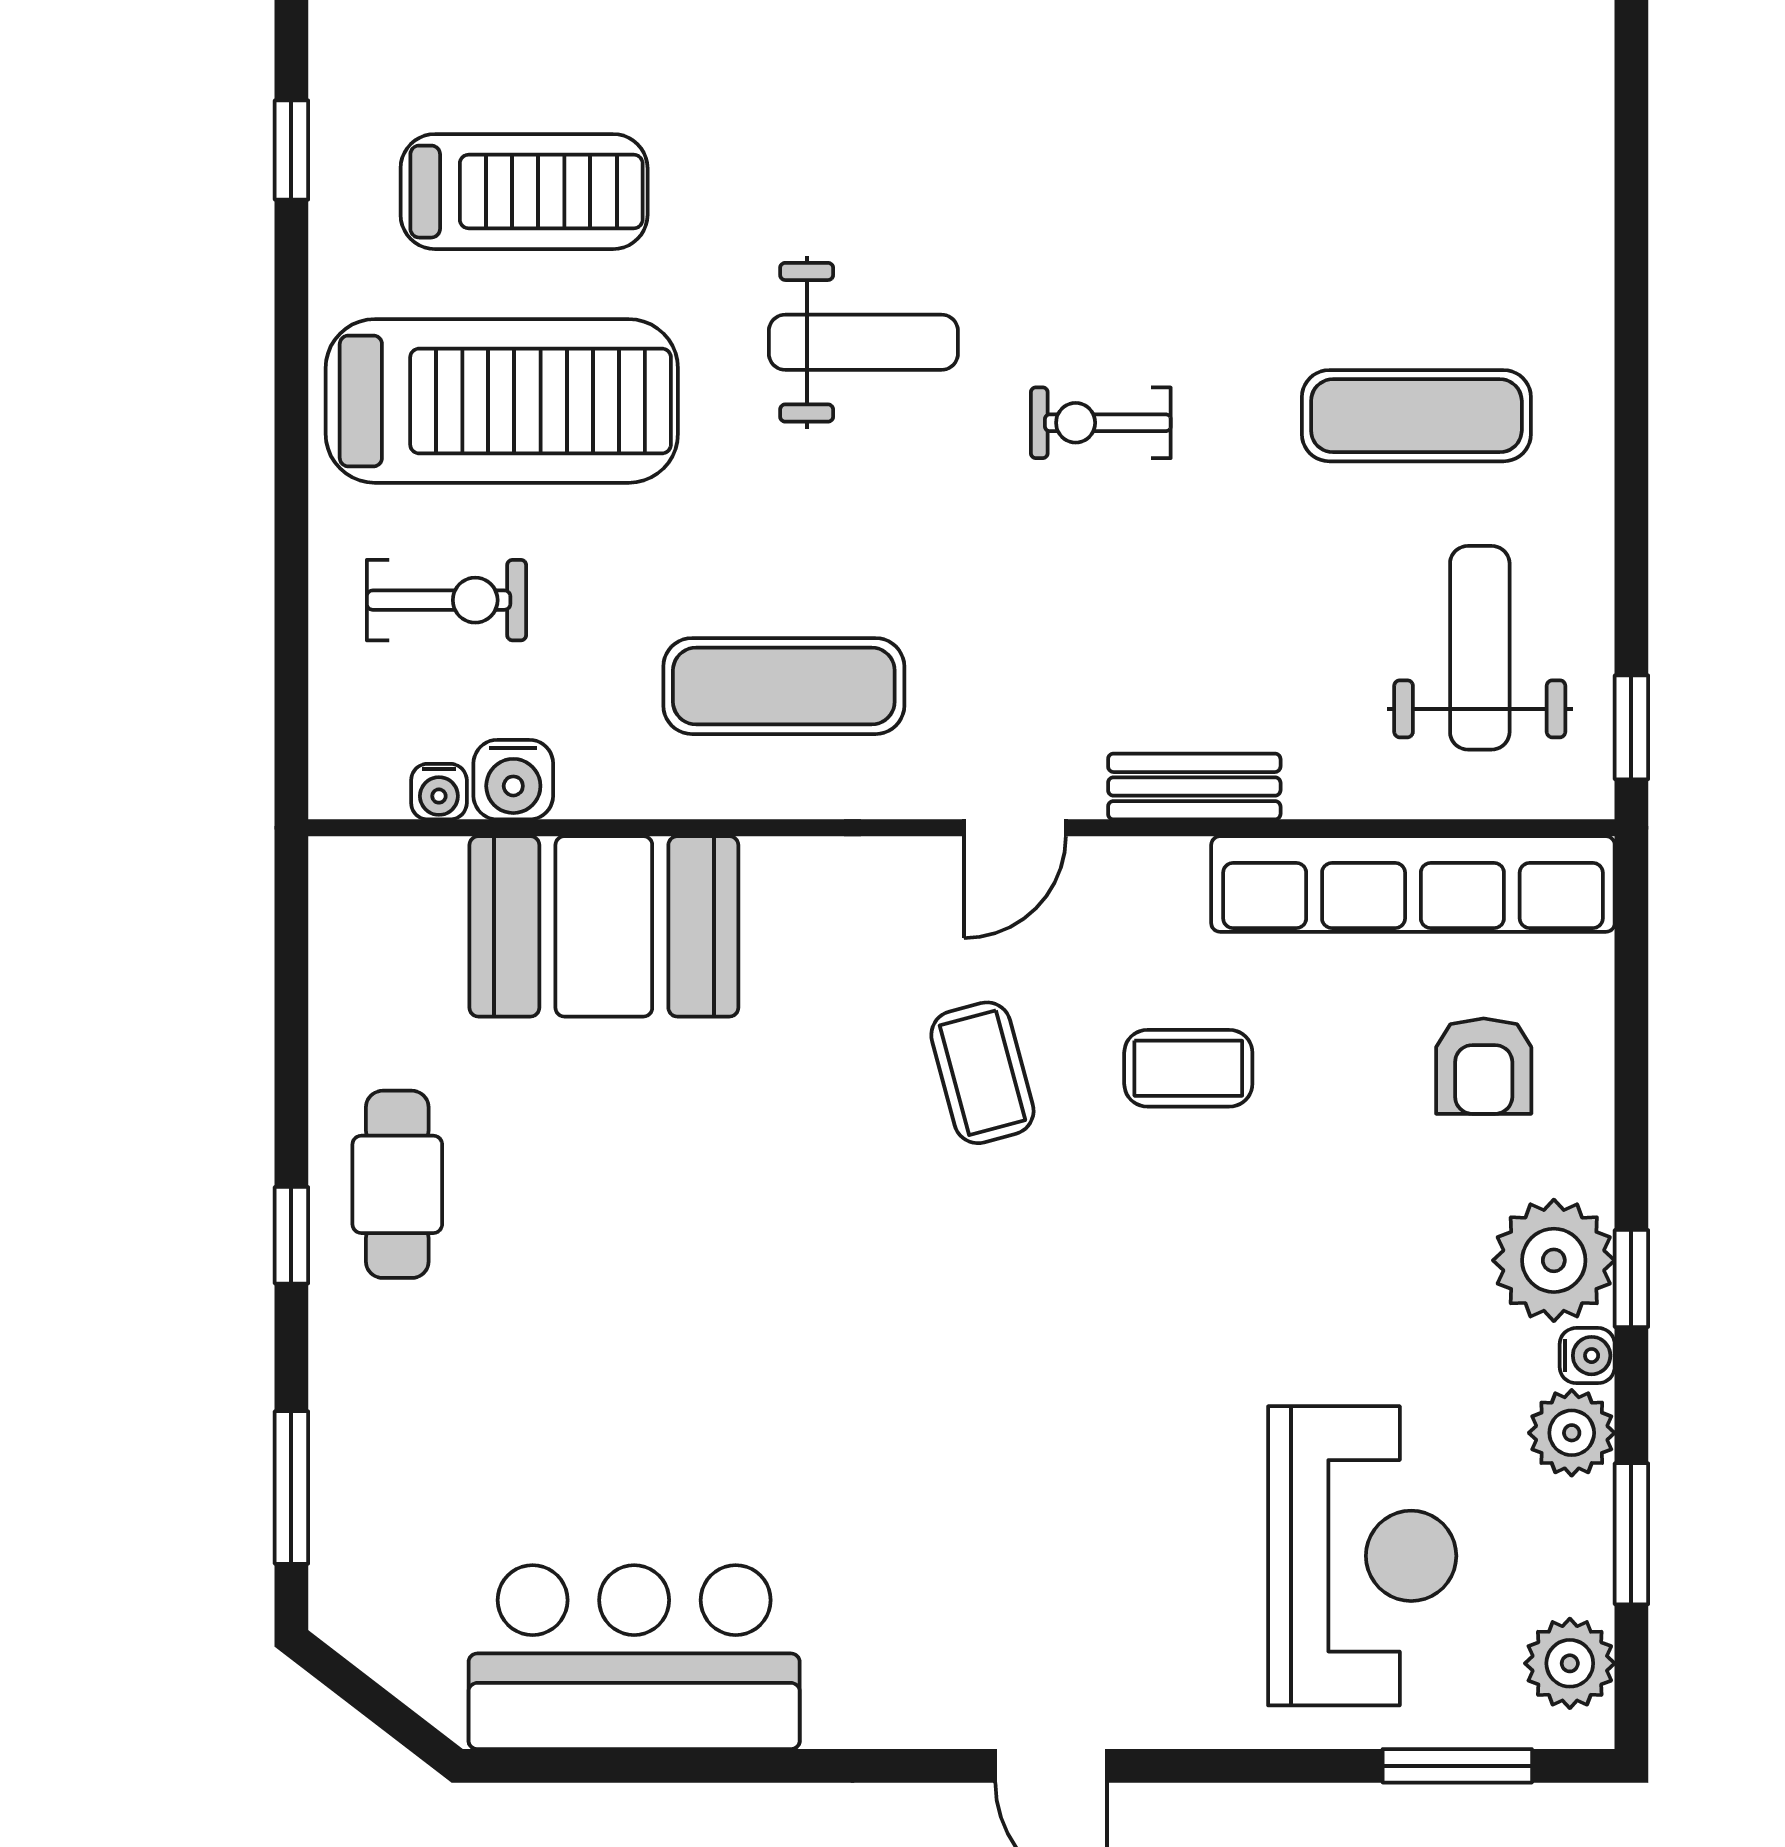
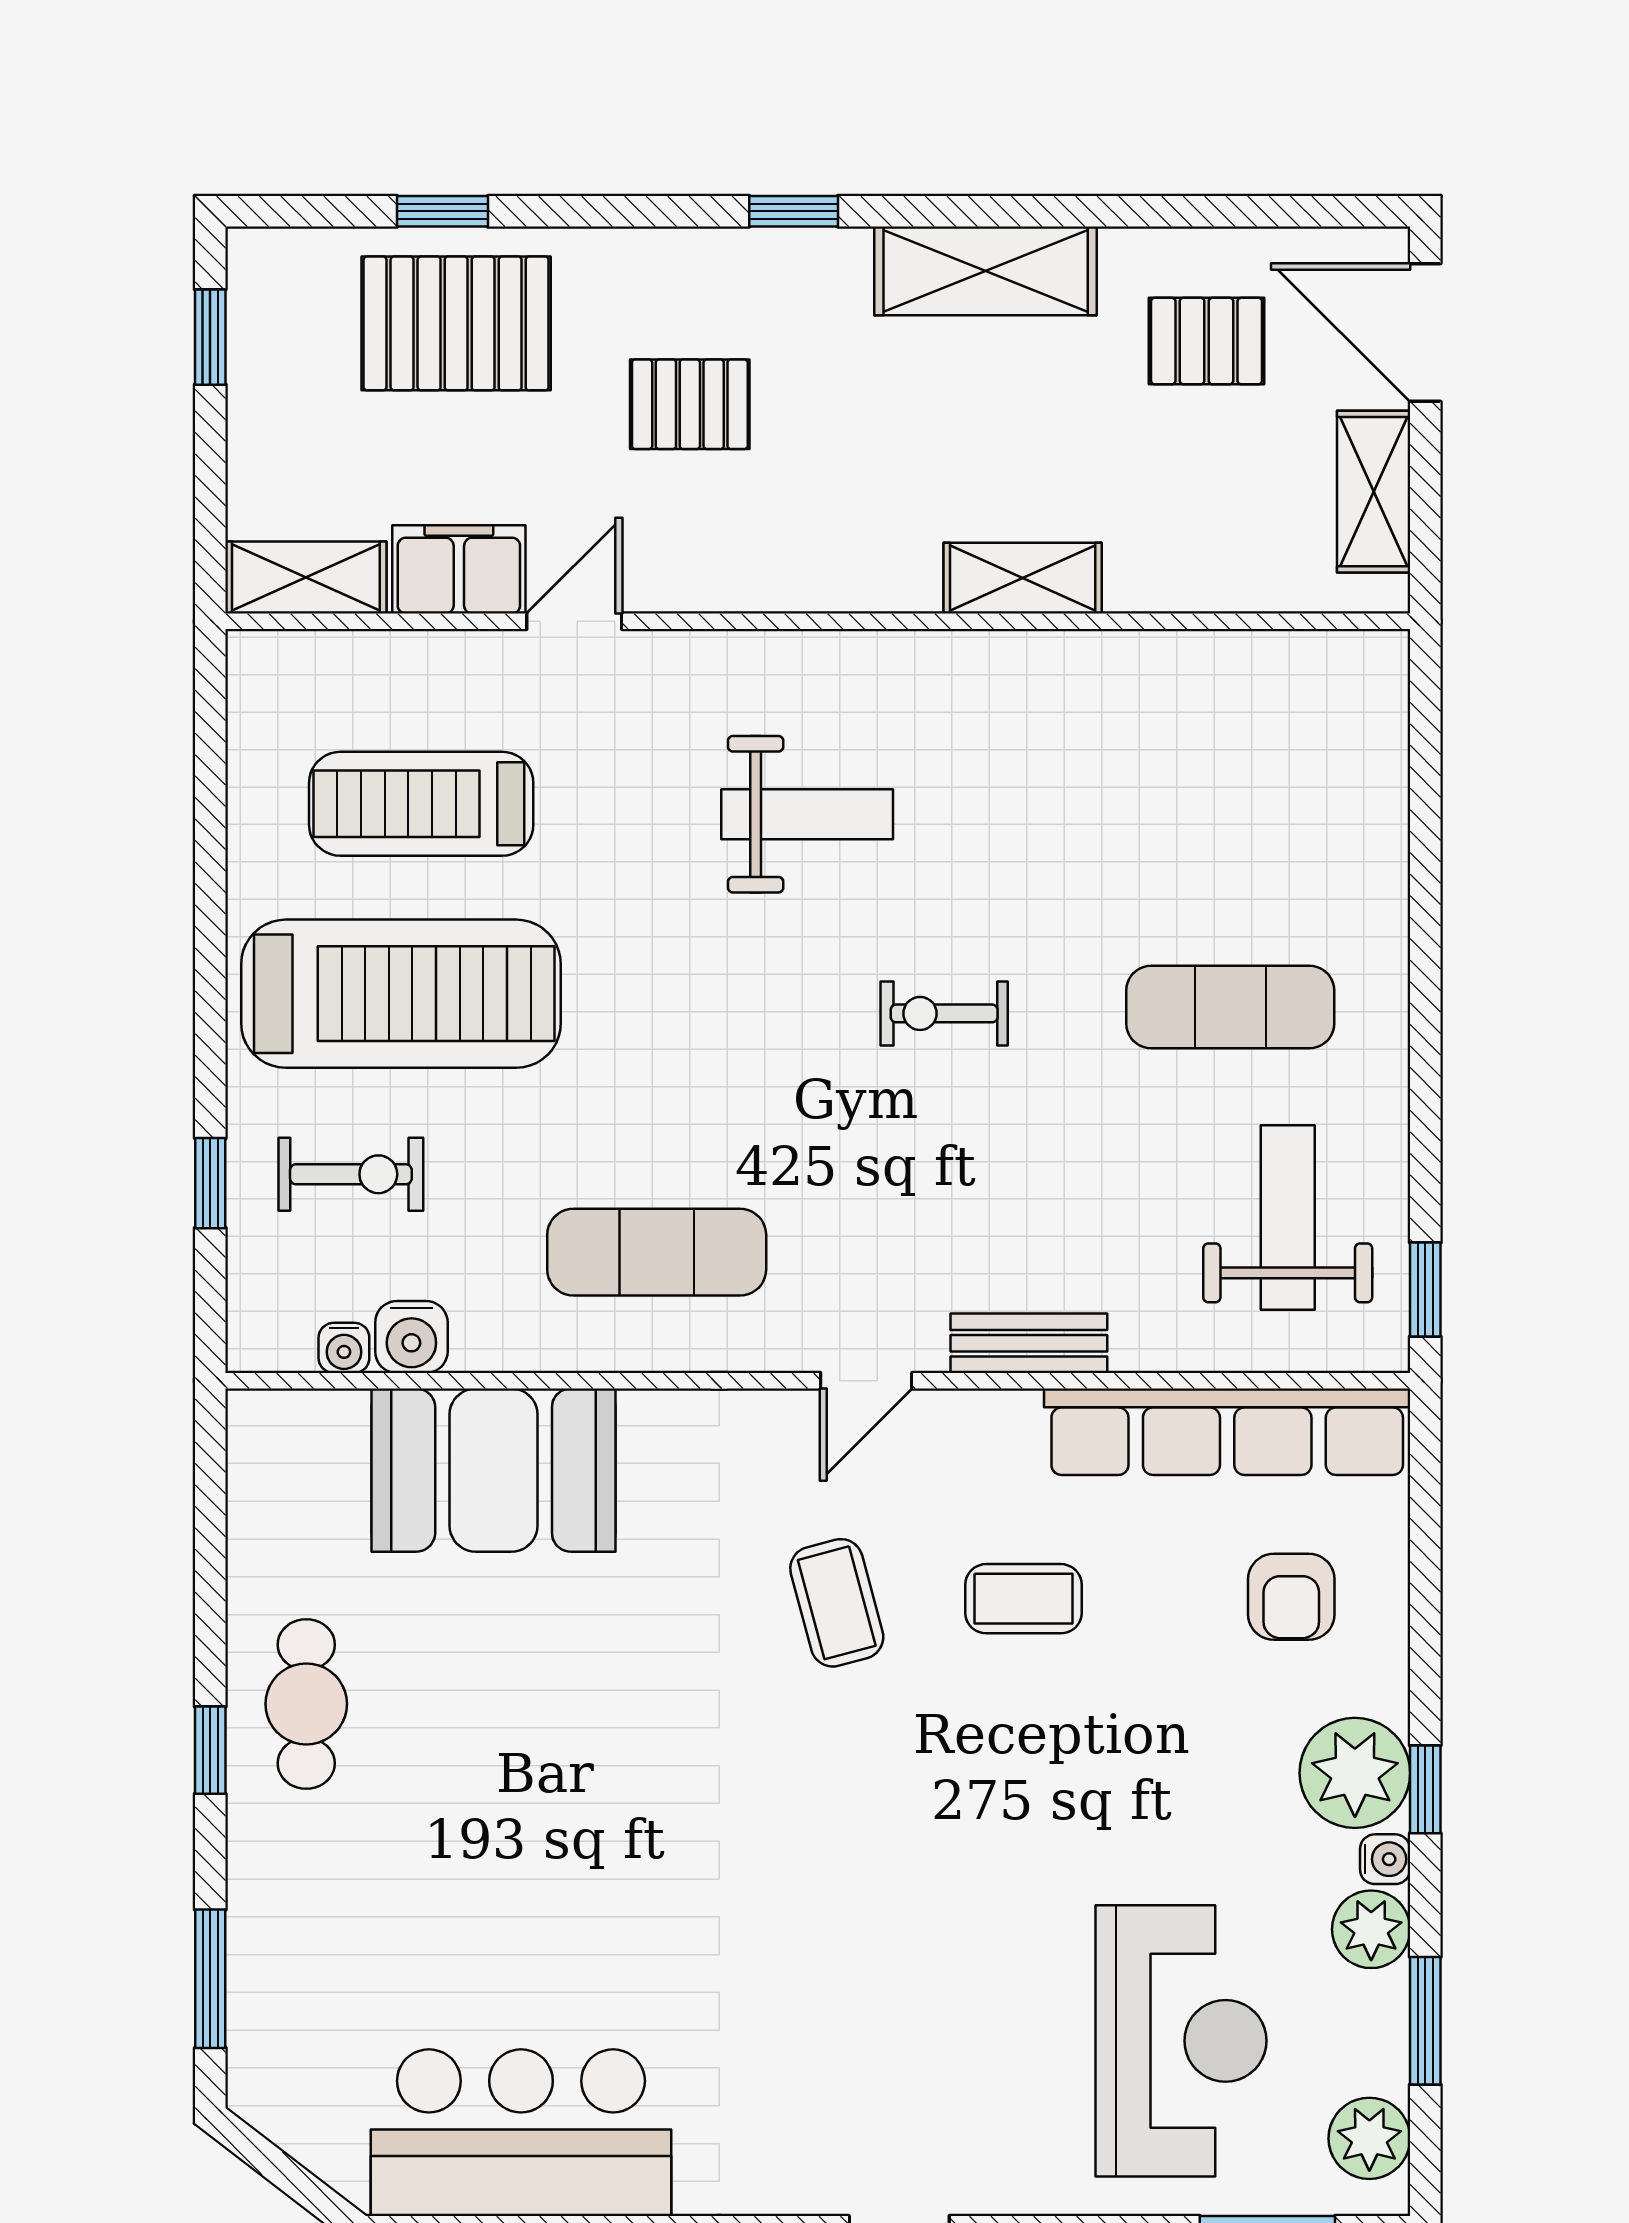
window: (291, 150) -> (210, 1183), moved
treadmill: (524, 192) -> (421, 804), turned 180
weight bench: (863, 342) -> (807, 814), moved

